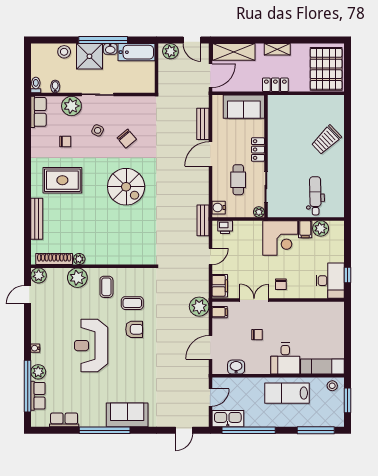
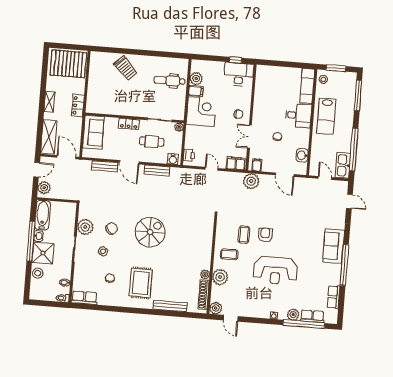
plant: (71, 106) -> (85, 227), moved
bench: (203, 220) -> (157, 171), moved

